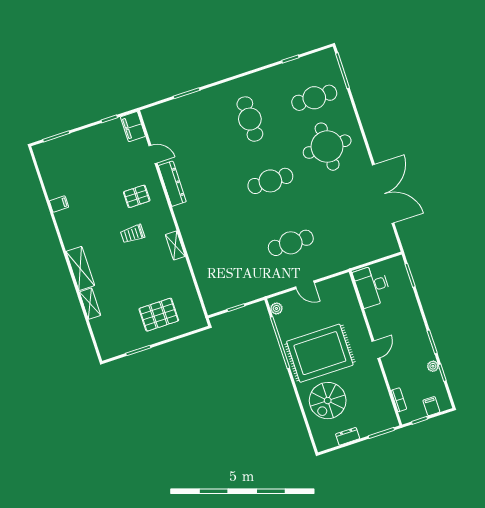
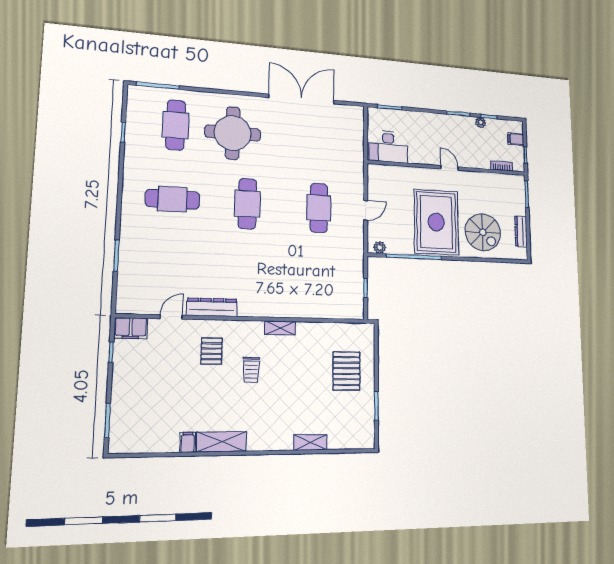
shelving: (80, 268) -> (222, 442), moved
dresser: (348, 436) -> (521, 231), width x1.44

